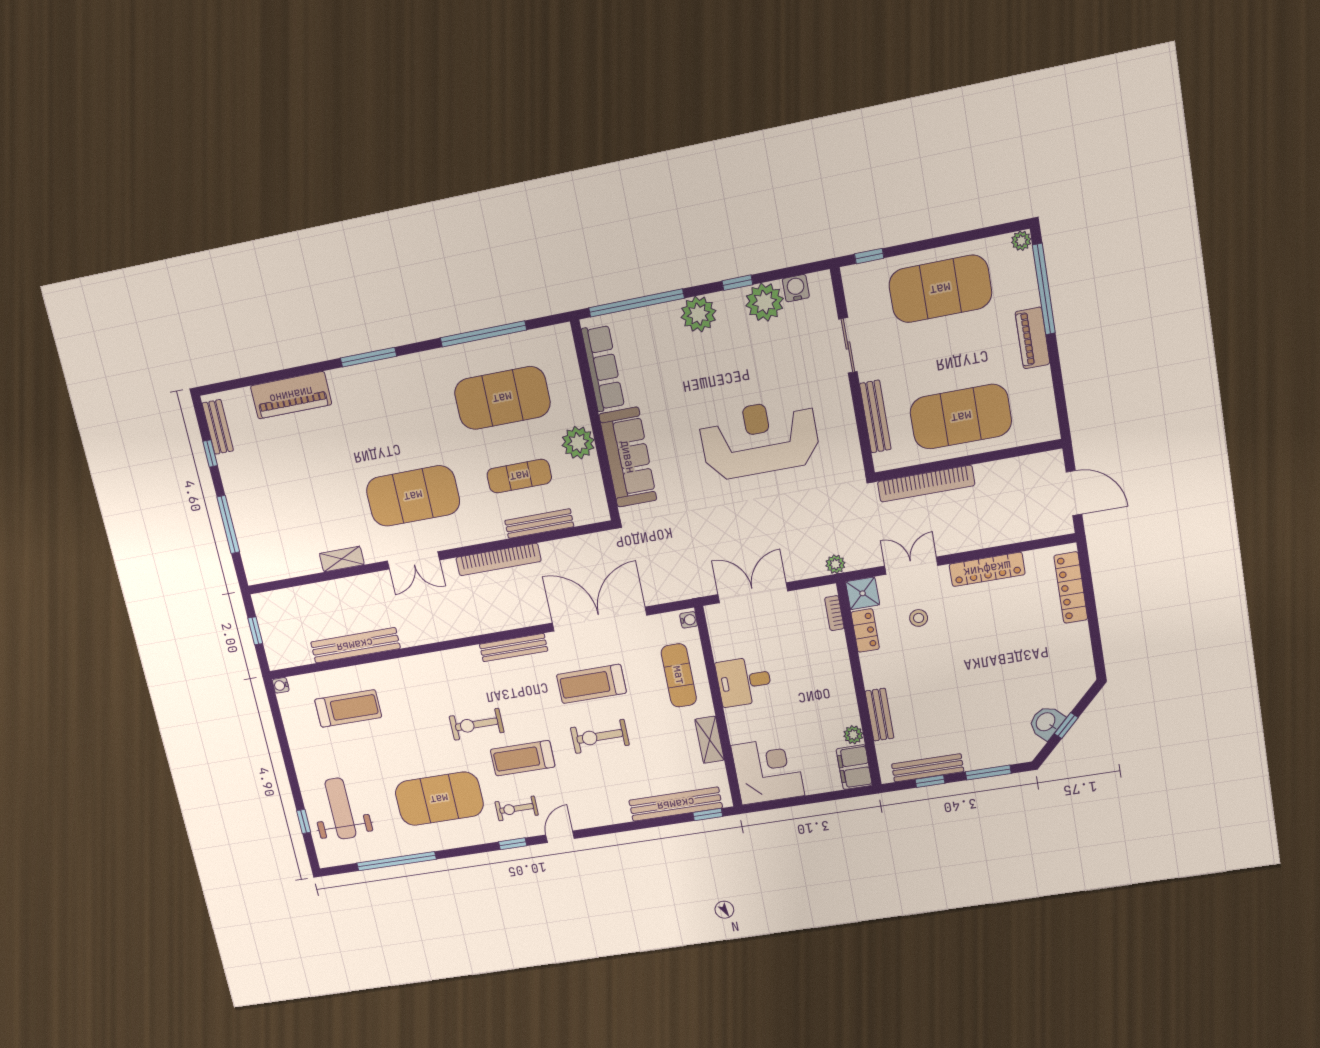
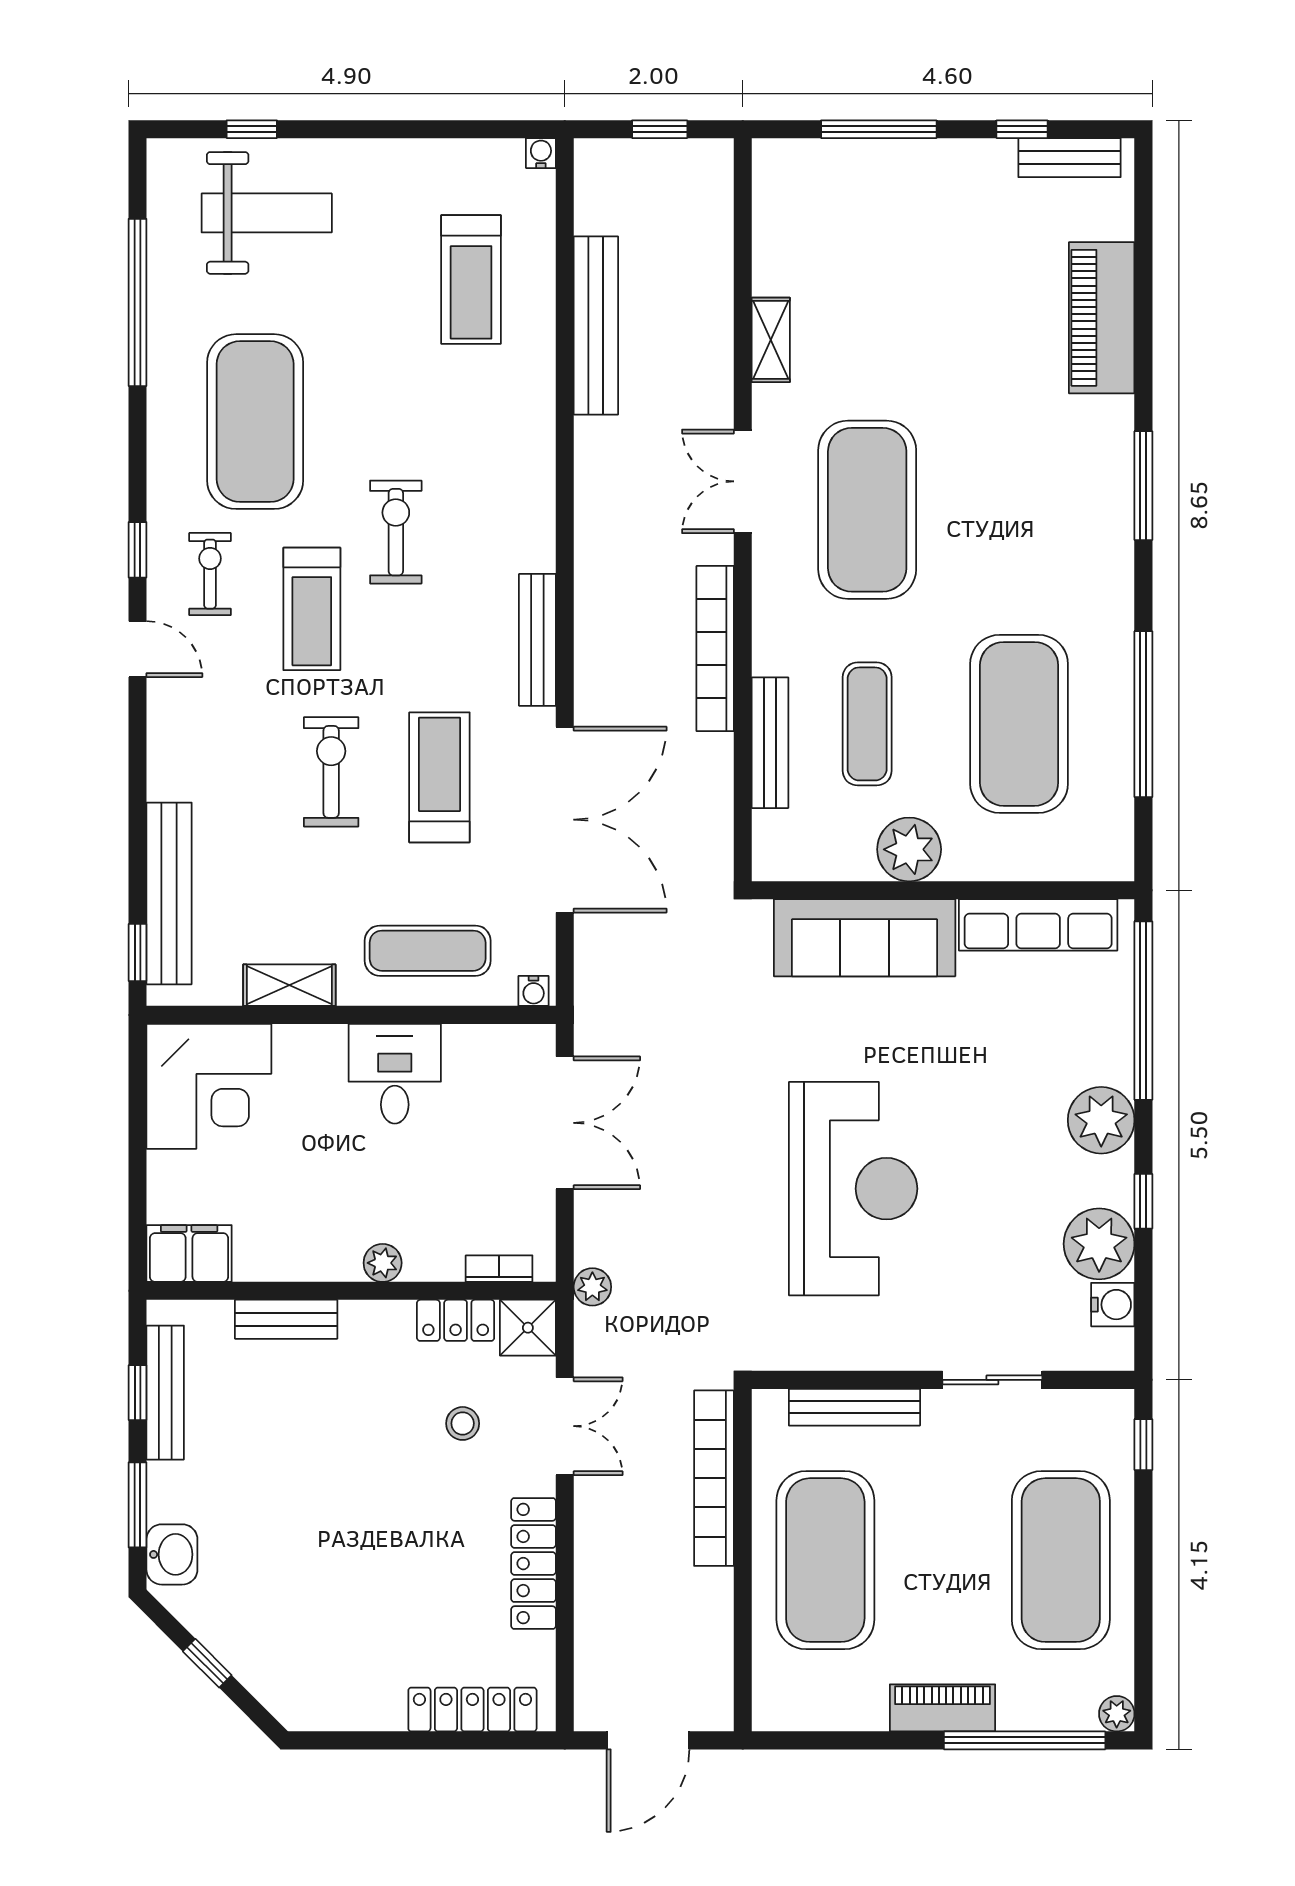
washbasin: (1046, 722) -> (172, 1554), moved, turned 45
plant: (853, 735) -> (383, 1263), moved
treadmill: (523, 758) -> (312, 609), turned 180

